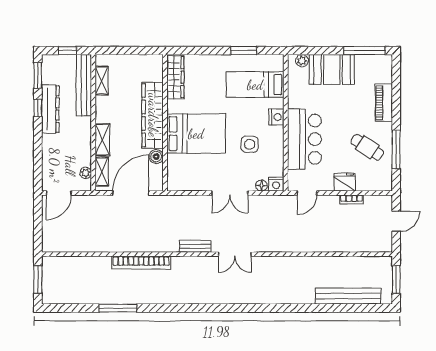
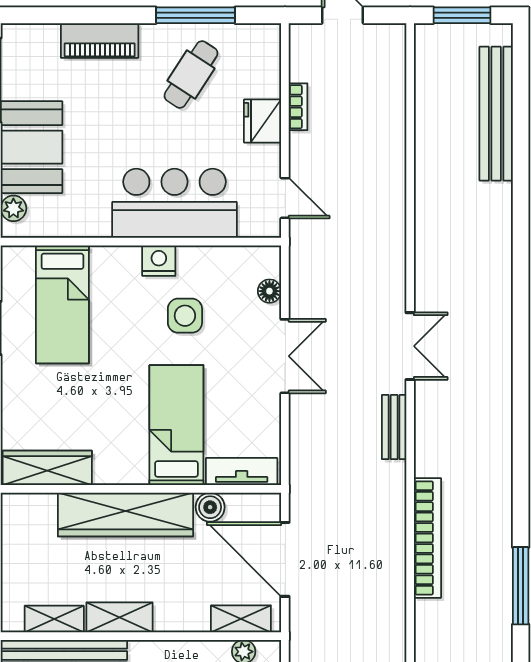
nightstand: (276, 117) -> (159, 261), moved
bed: (196, 134) -> (176, 425), width x0.67
shelving: (102, 140) -> (119, 617), moved
tv unit: (174, 172) -> (242, 472), added
nightstand: (276, 184) -> (267, 261), removed

